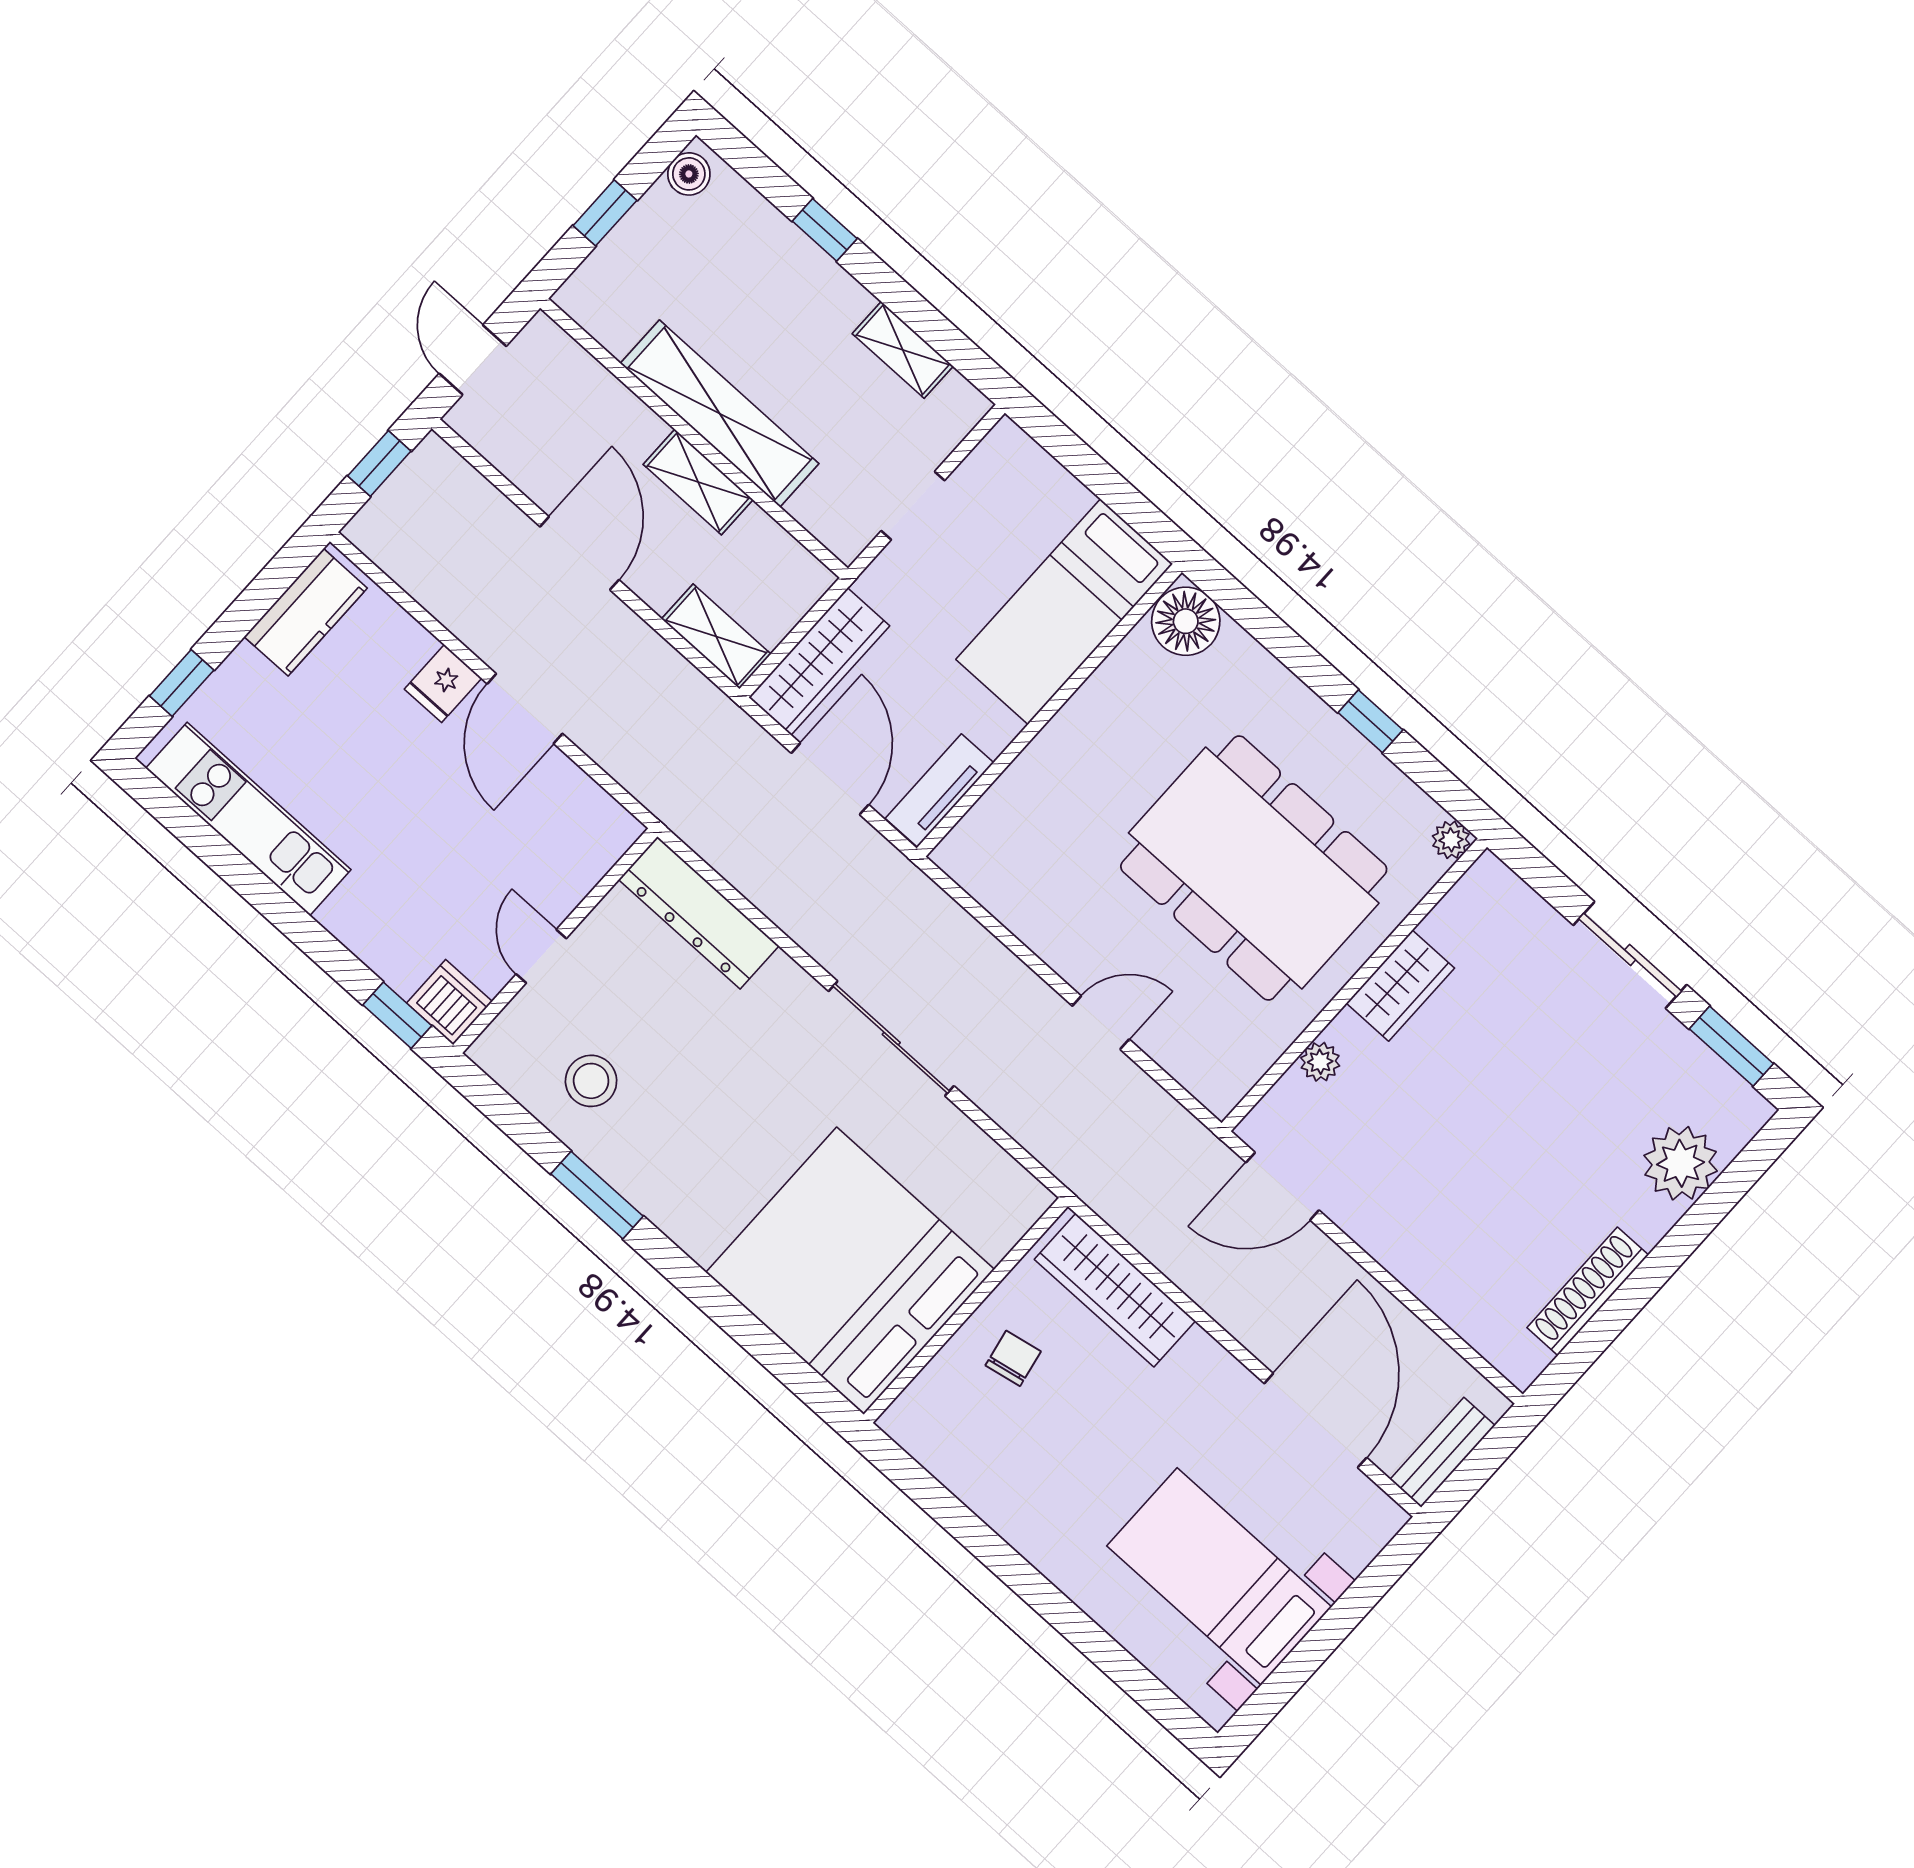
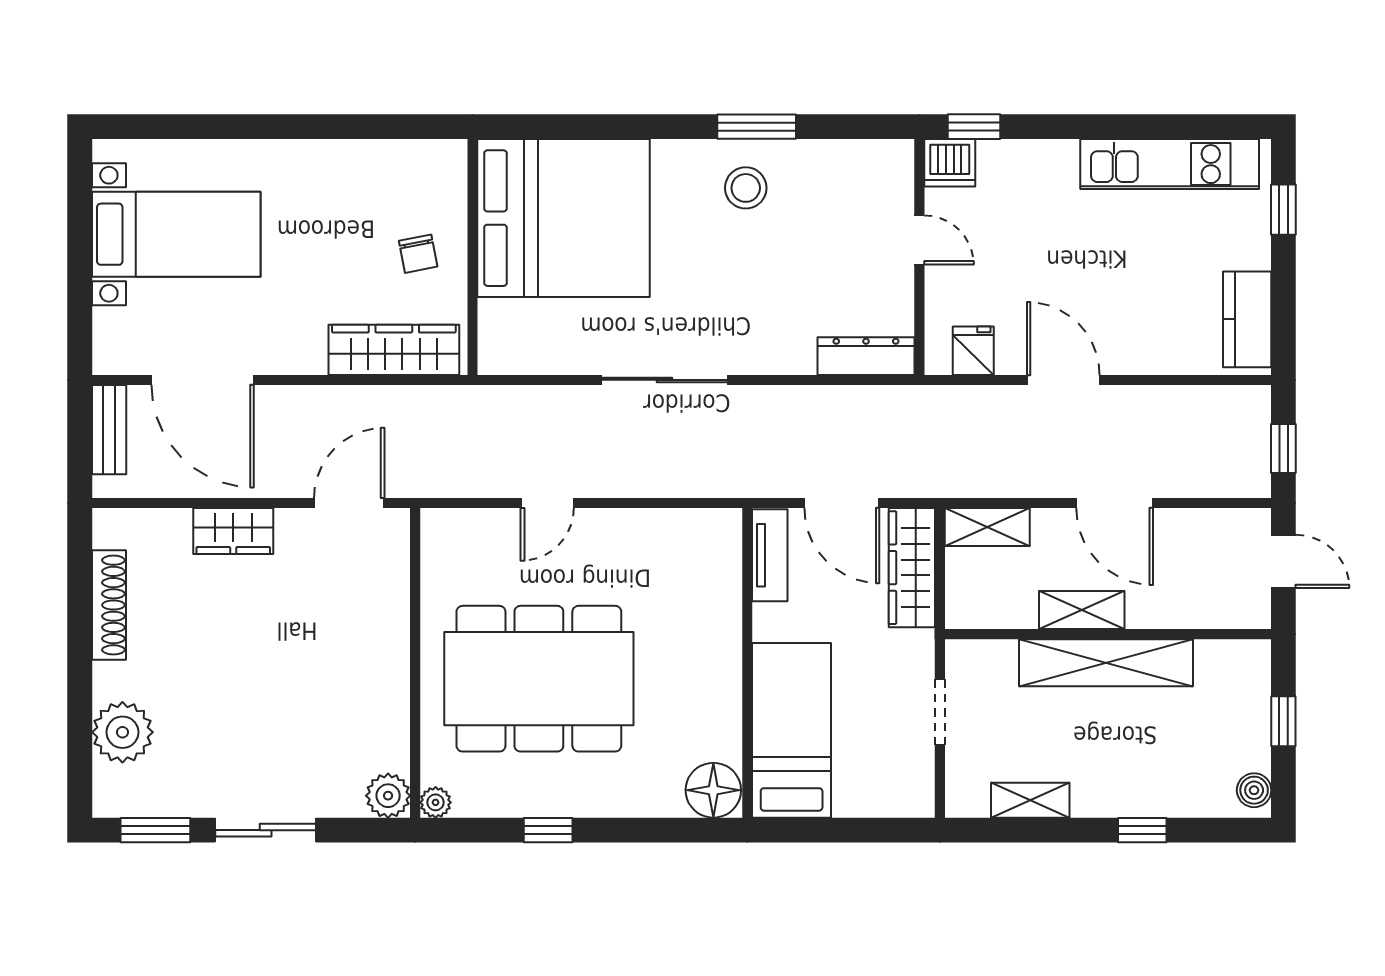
fridge: (443, 684) -> (973, 351), moved
dresser: (699, 913) -> (866, 356), width x0.73, depth x0.80
wardrobe: (1400, 986) -> (233, 531), moved, turned -90
plant: (1320, 1062) -> (388, 796), moved, width x1.38, depth x1.38
stool: (591, 1081) -> (746, 188), moved

